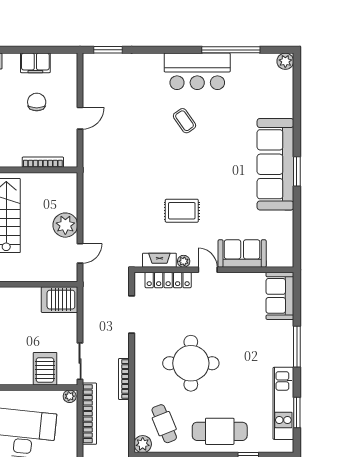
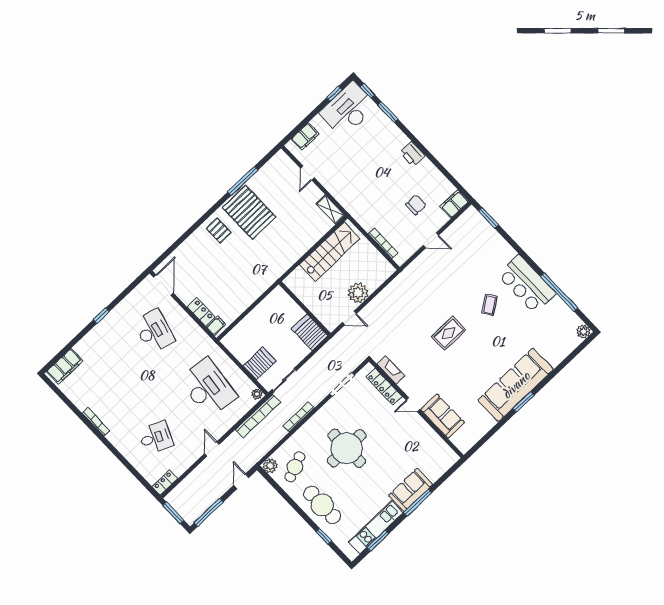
filing cabinet: (35, 63) -> (454, 204), moved, turned 90
rug: (182, 211) -> (448, 333), moved, turned 90
plant: (184, 261) -> (404, 385), removed
door: (208, 270) -> (413, 405), swing flipped
sofa: (280, 296) -> (411, 490), moved

